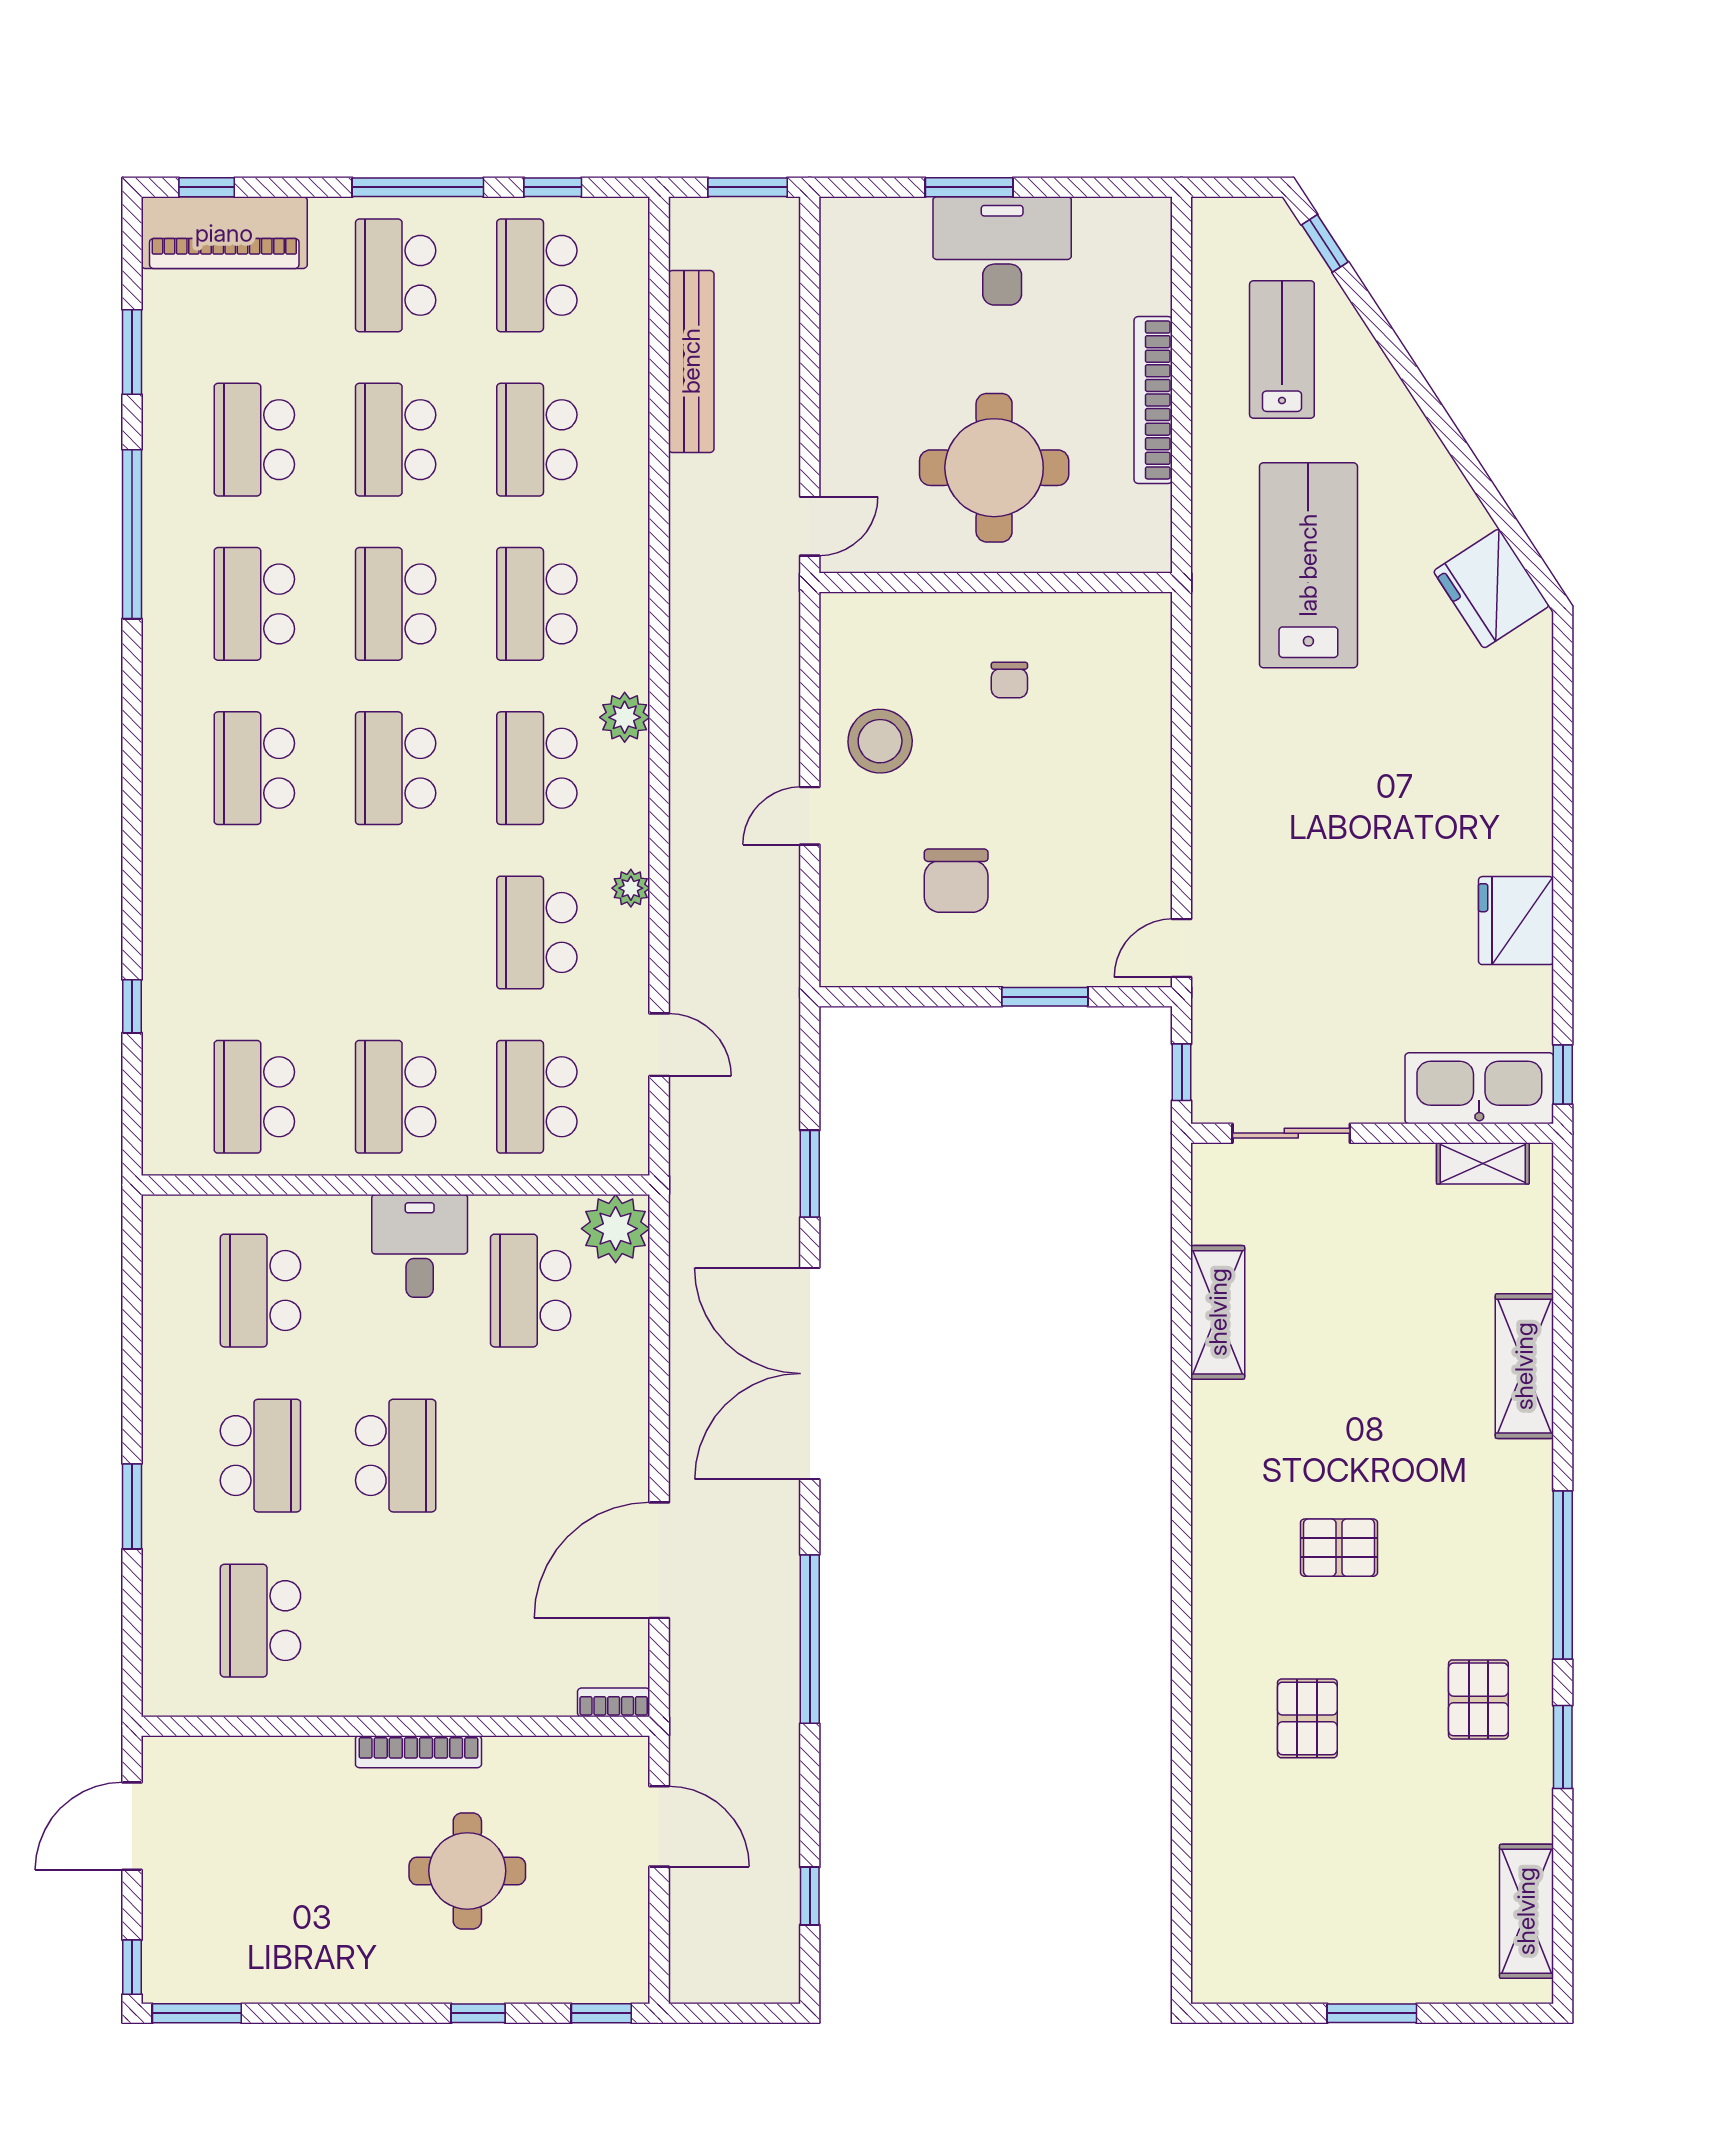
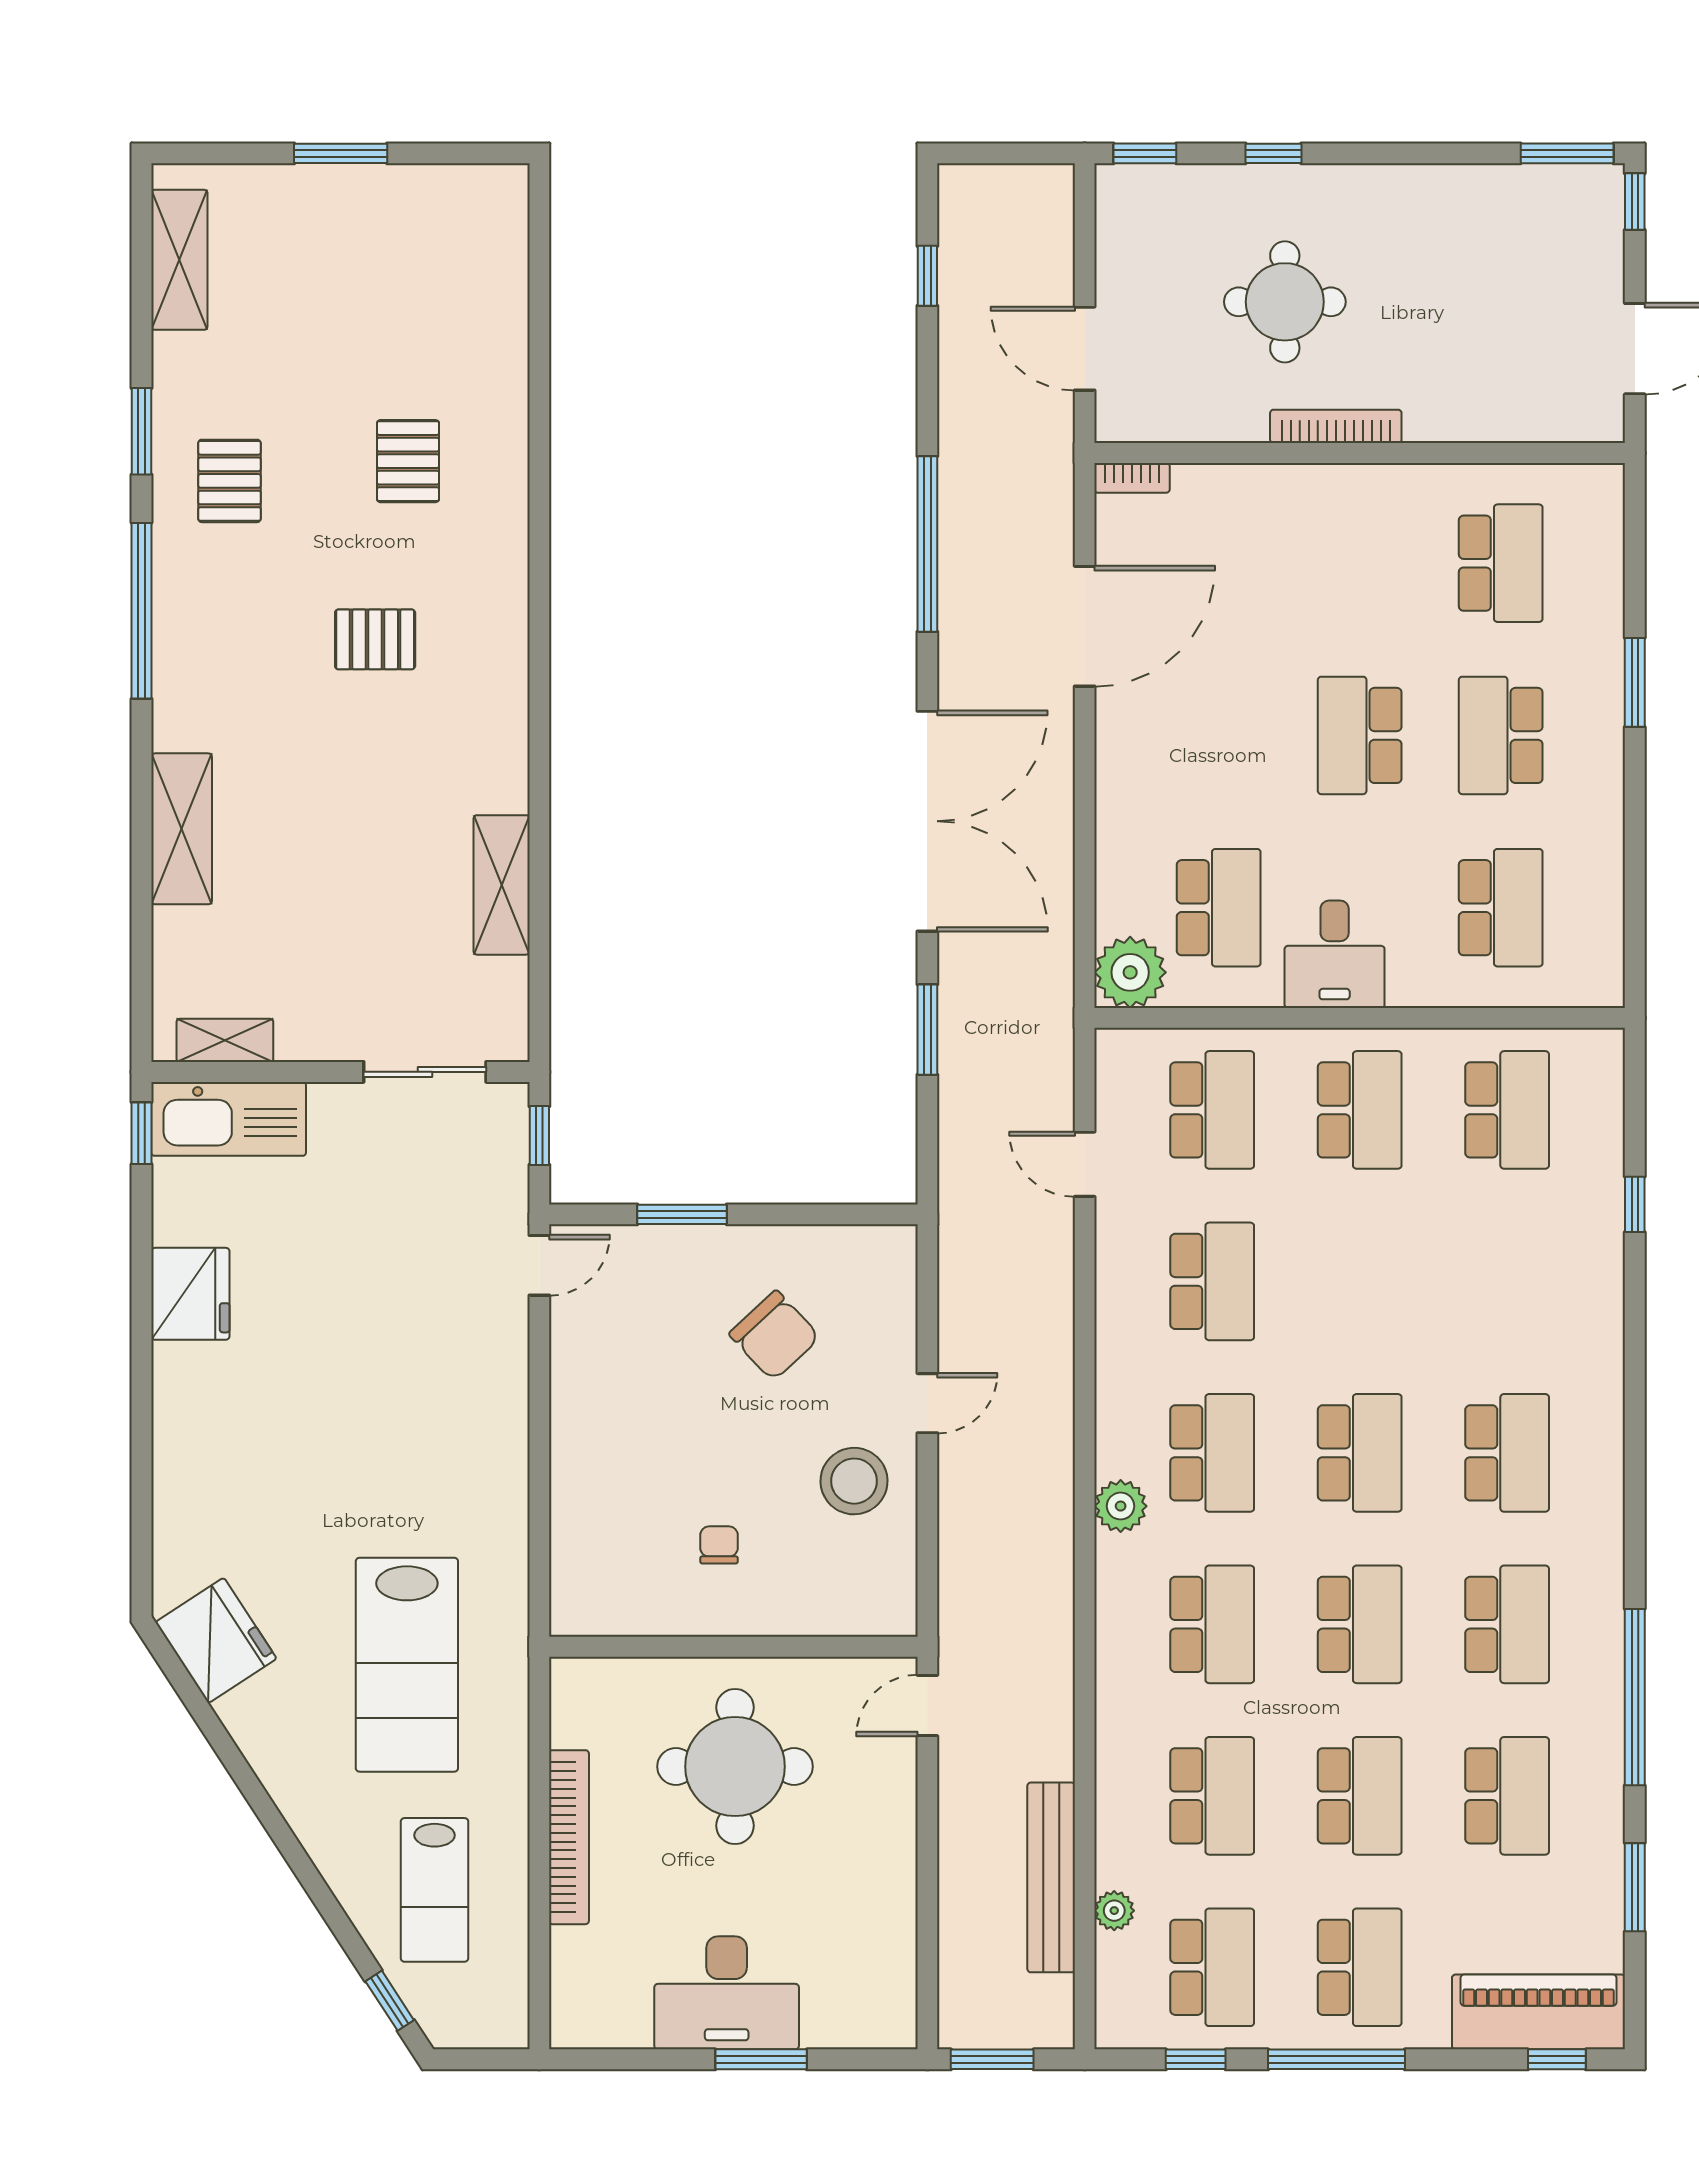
chair: (956, 881) -> (775, 1335), turned 137
plant: (631, 888) -> (1114, 1911), moved

